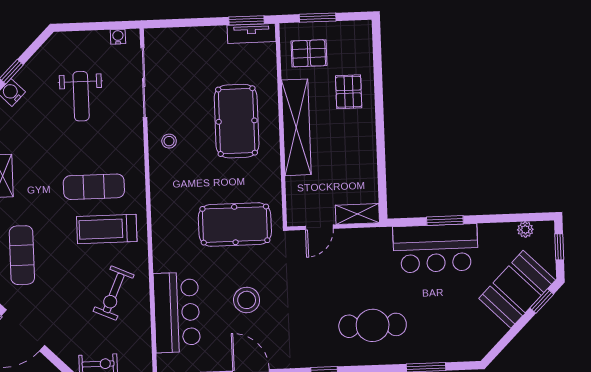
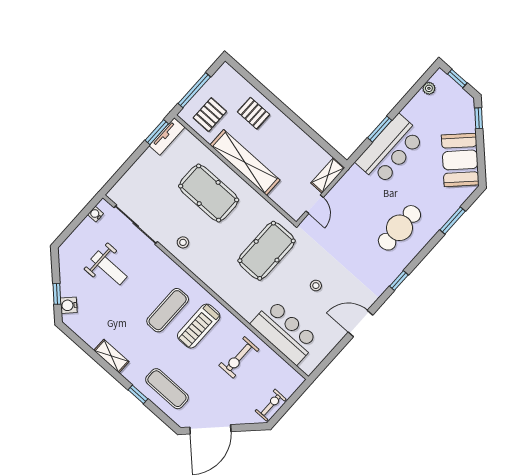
window: (318, 18) -> (194, 90), width x1.44
booth: (517, 289) -> (460, 160), moved
exercise bike: (114, 293) -> (239, 357), turned 66
stool: (247, 300) -> (316, 286), width x0.53, depth x0.53

